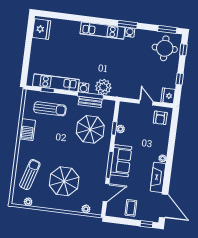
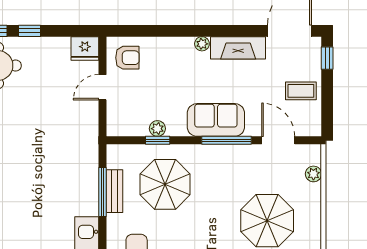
window: (180, 79) -> (29, 31), moved
plant: (103, 87) -> (84, 170), removed
water cooler: (84, 88) -> (90, 206), removed

